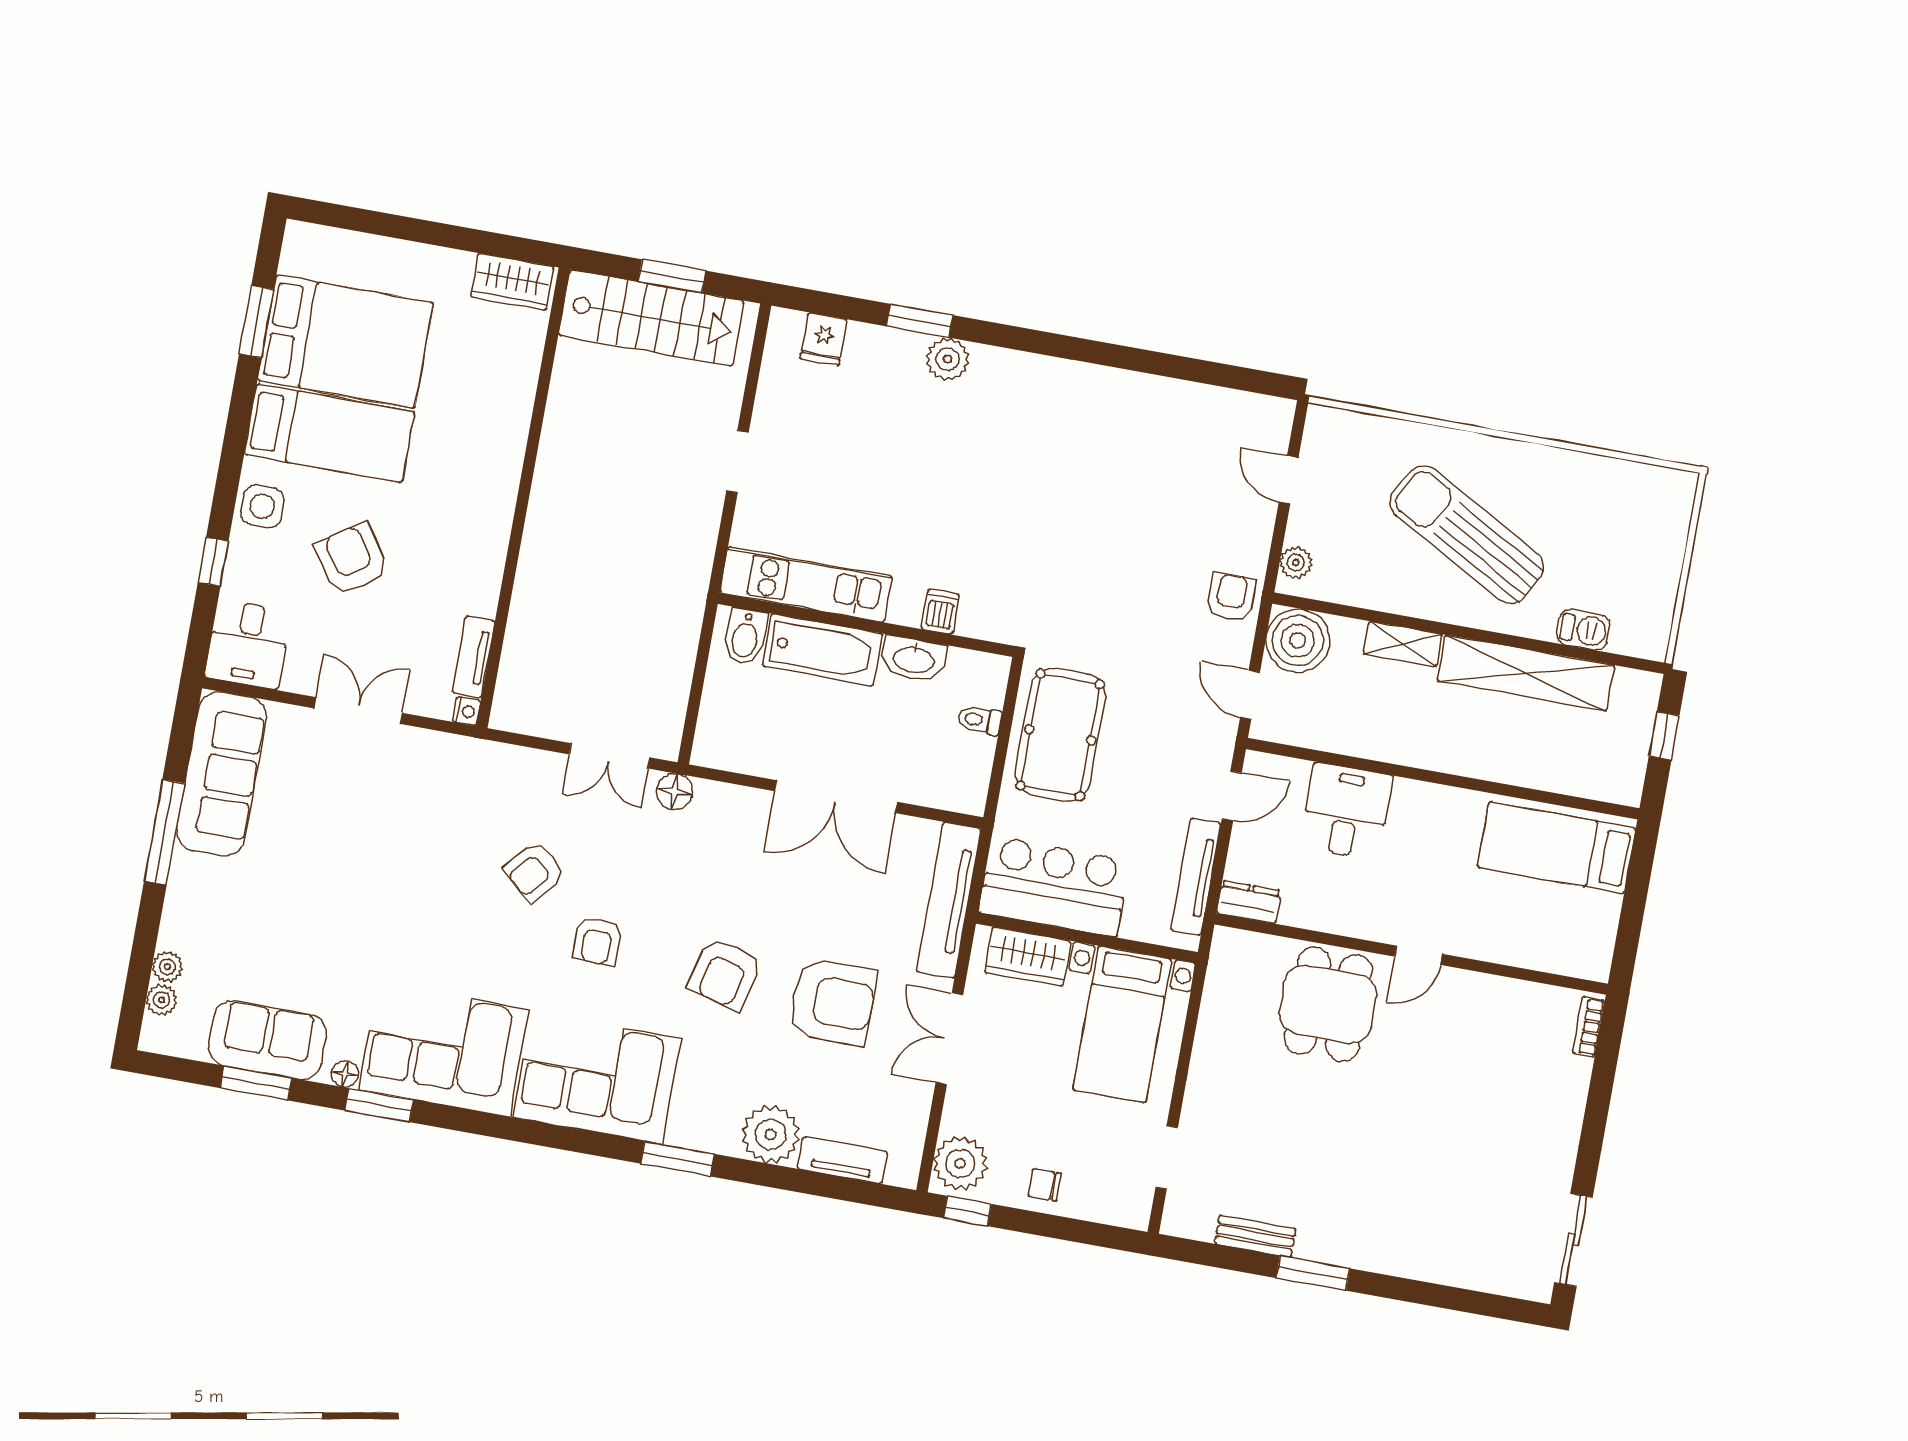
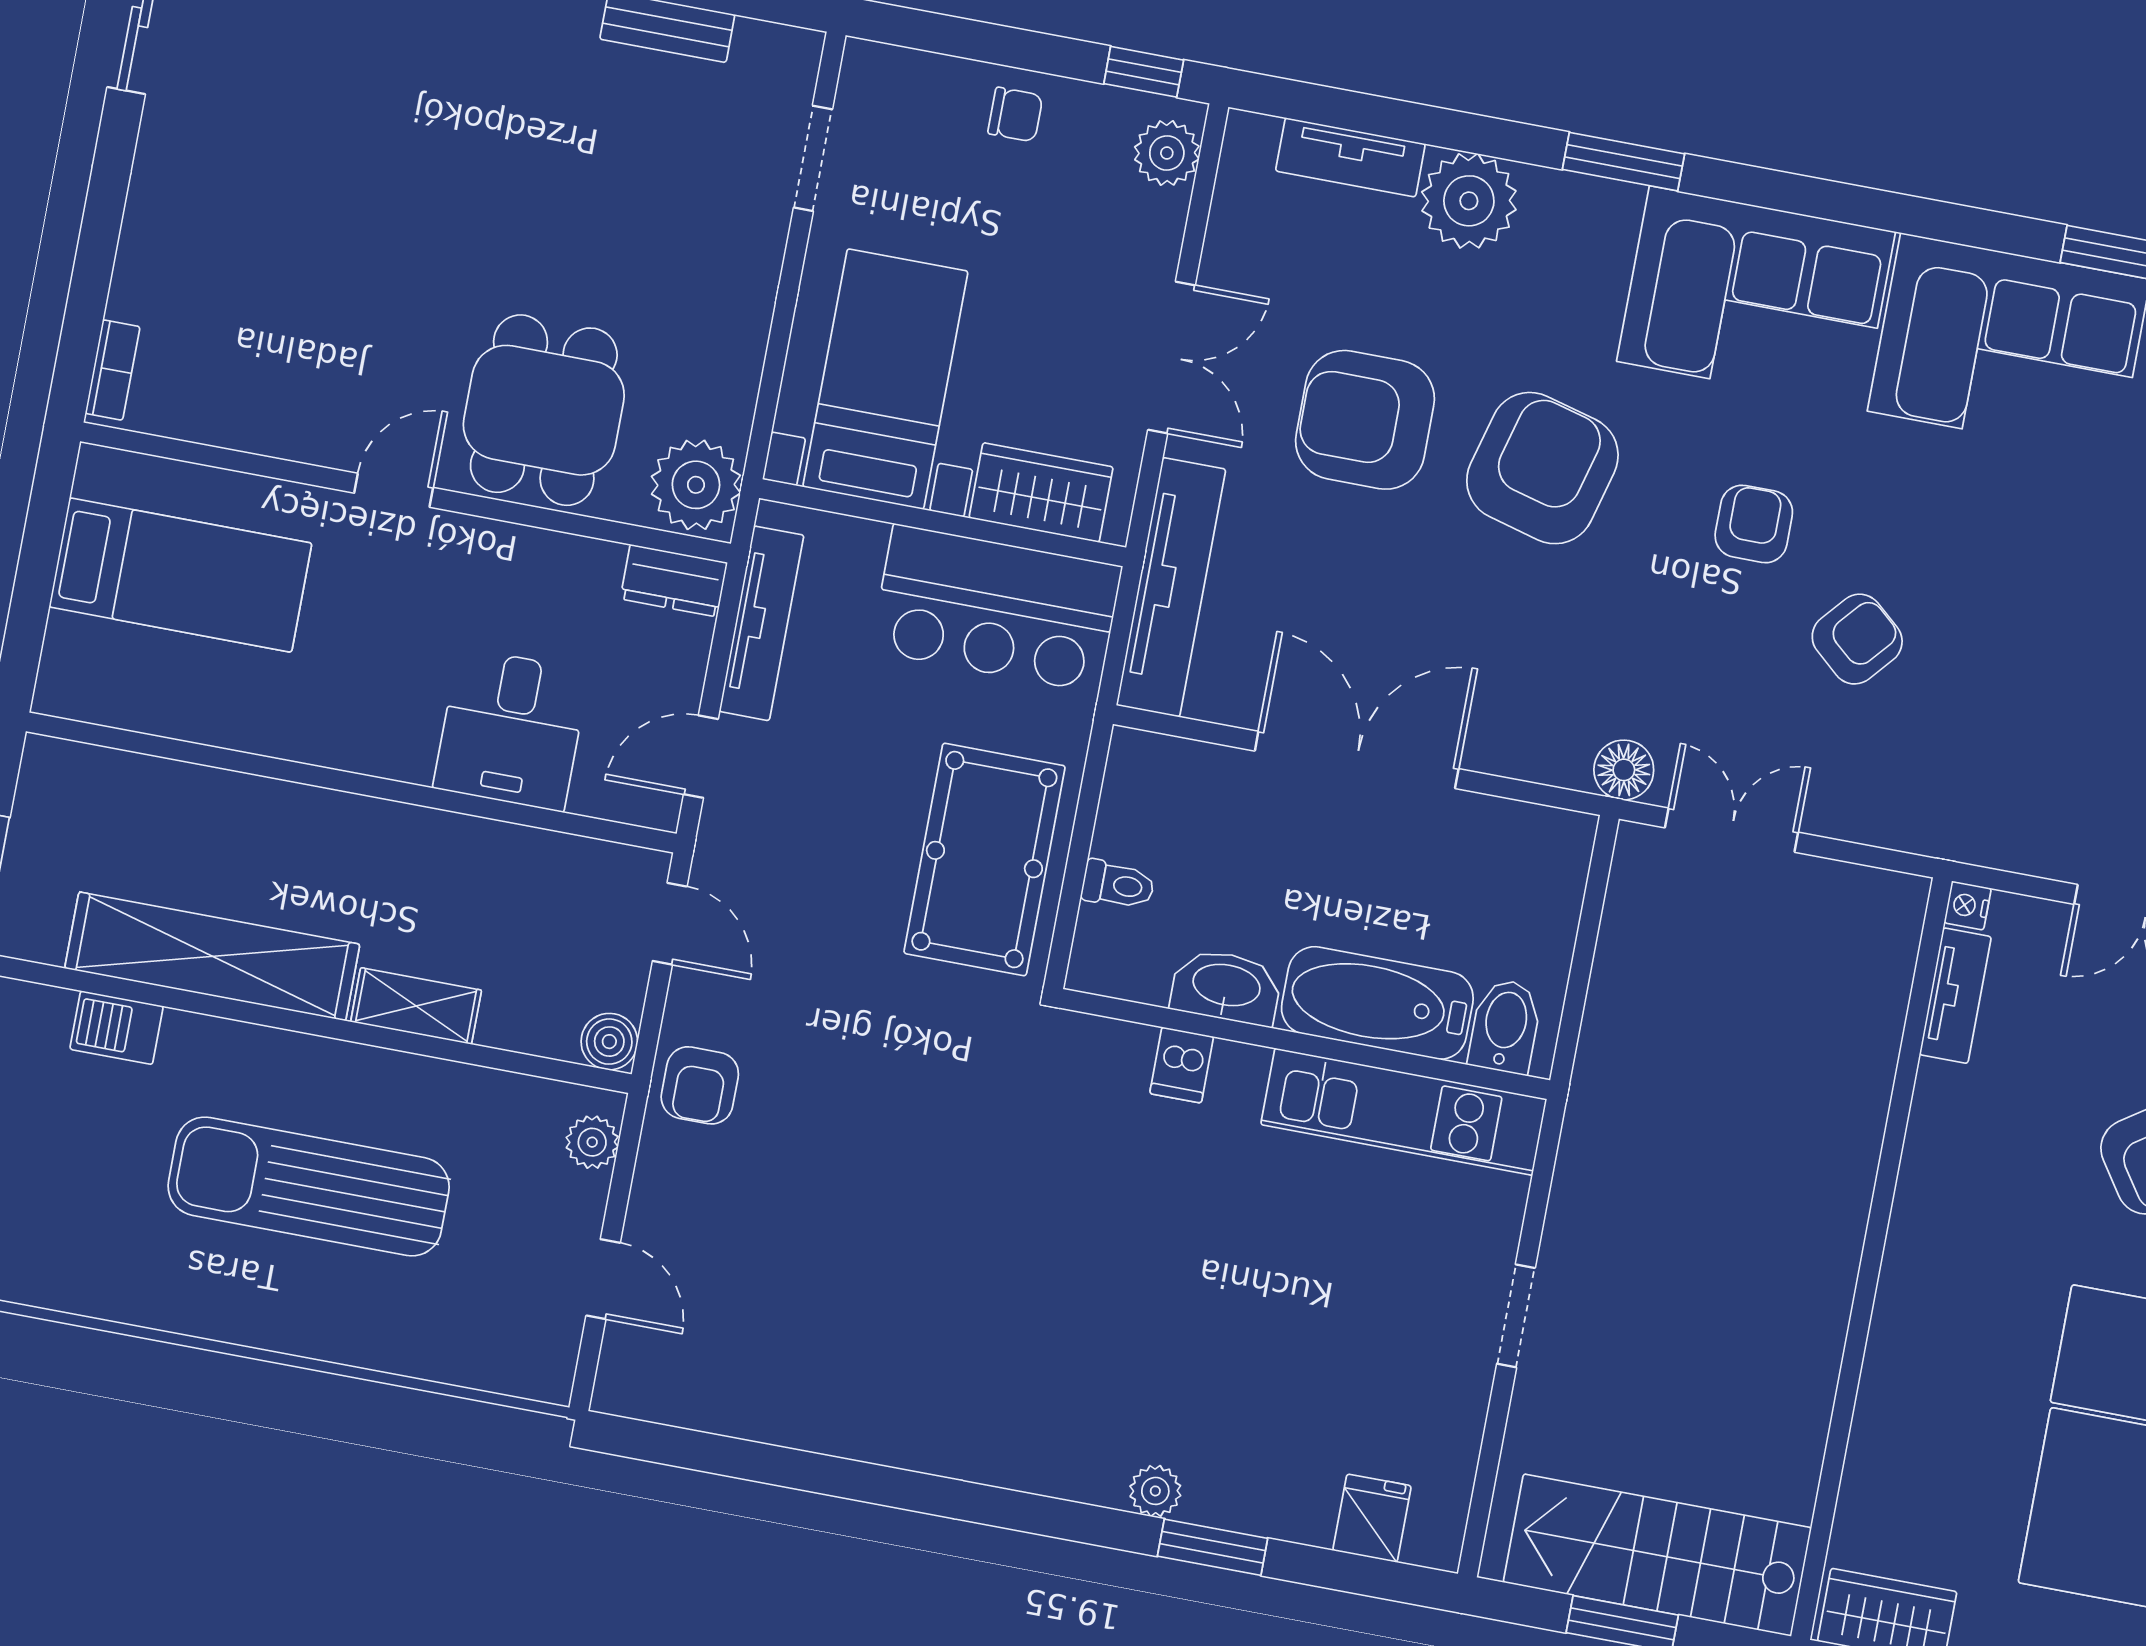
plant: (948, 359) -> (1155, 1491), width x0.73, depth x0.73
sun lounger: (1467, 535) -> (309, 1186), turned 151
boiler: (1298, 640) -> (609, 1042), width x0.54, depth x0.54
bed: (1557, 848) -> (180, 575), moved
plant: (1236, 960) -> (696, 485), added
armchair: (725, 974) -> (1542, 468), width x1.36, depth x1.36
plant: (960, 1163) -> (1167, 153), width x0.73, depth x0.73

